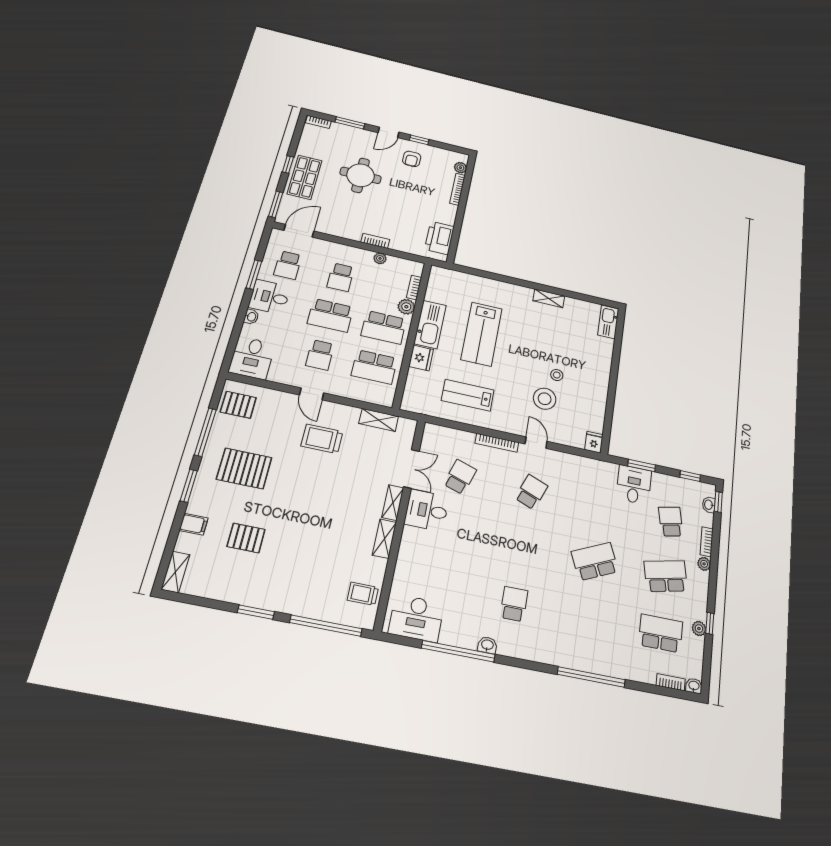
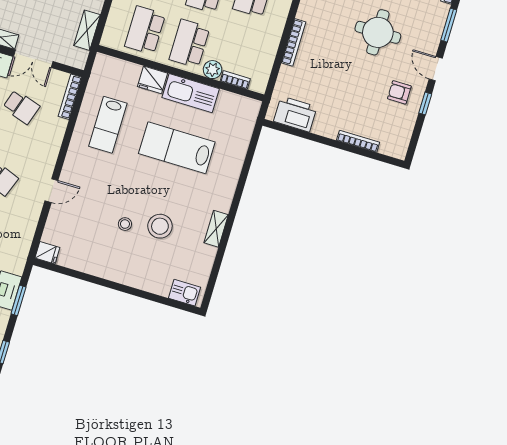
plant: (460, 168) -> (387, 148), removed
bookcase: (375, 241) -> (294, 42), width x1.56
plant: (380, 258) -> (272, 46), removed
kitchen sink: (608, 322) -> (185, 293), width x0.73
lab bench: (468, 395) -> (108, 125), turned 180
stool: (545, 399) -> (160, 226), moved
bookcase: (497, 443) -> (70, 97), moved

